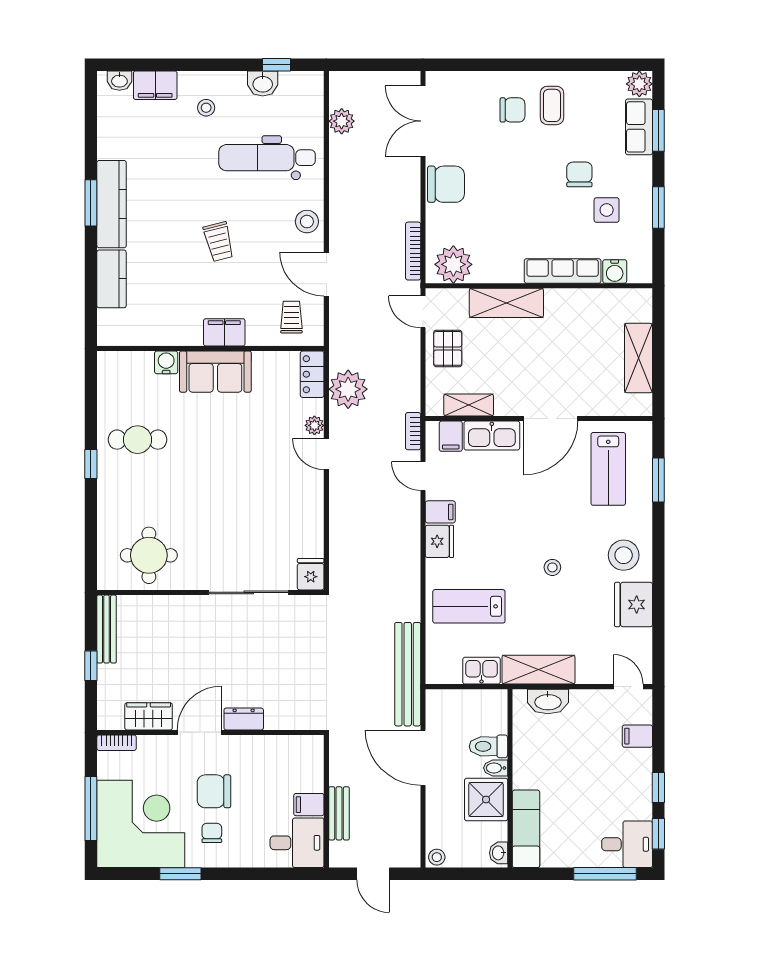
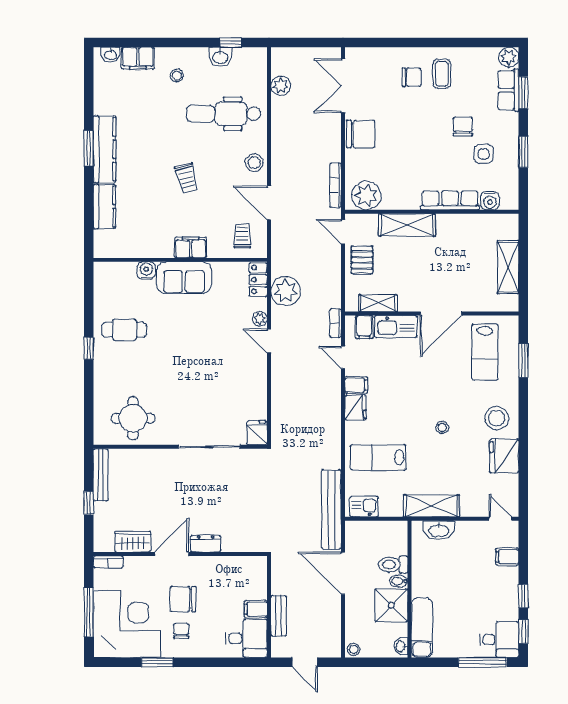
kitchen sink: (482, 671) -> (364, 507), moved

